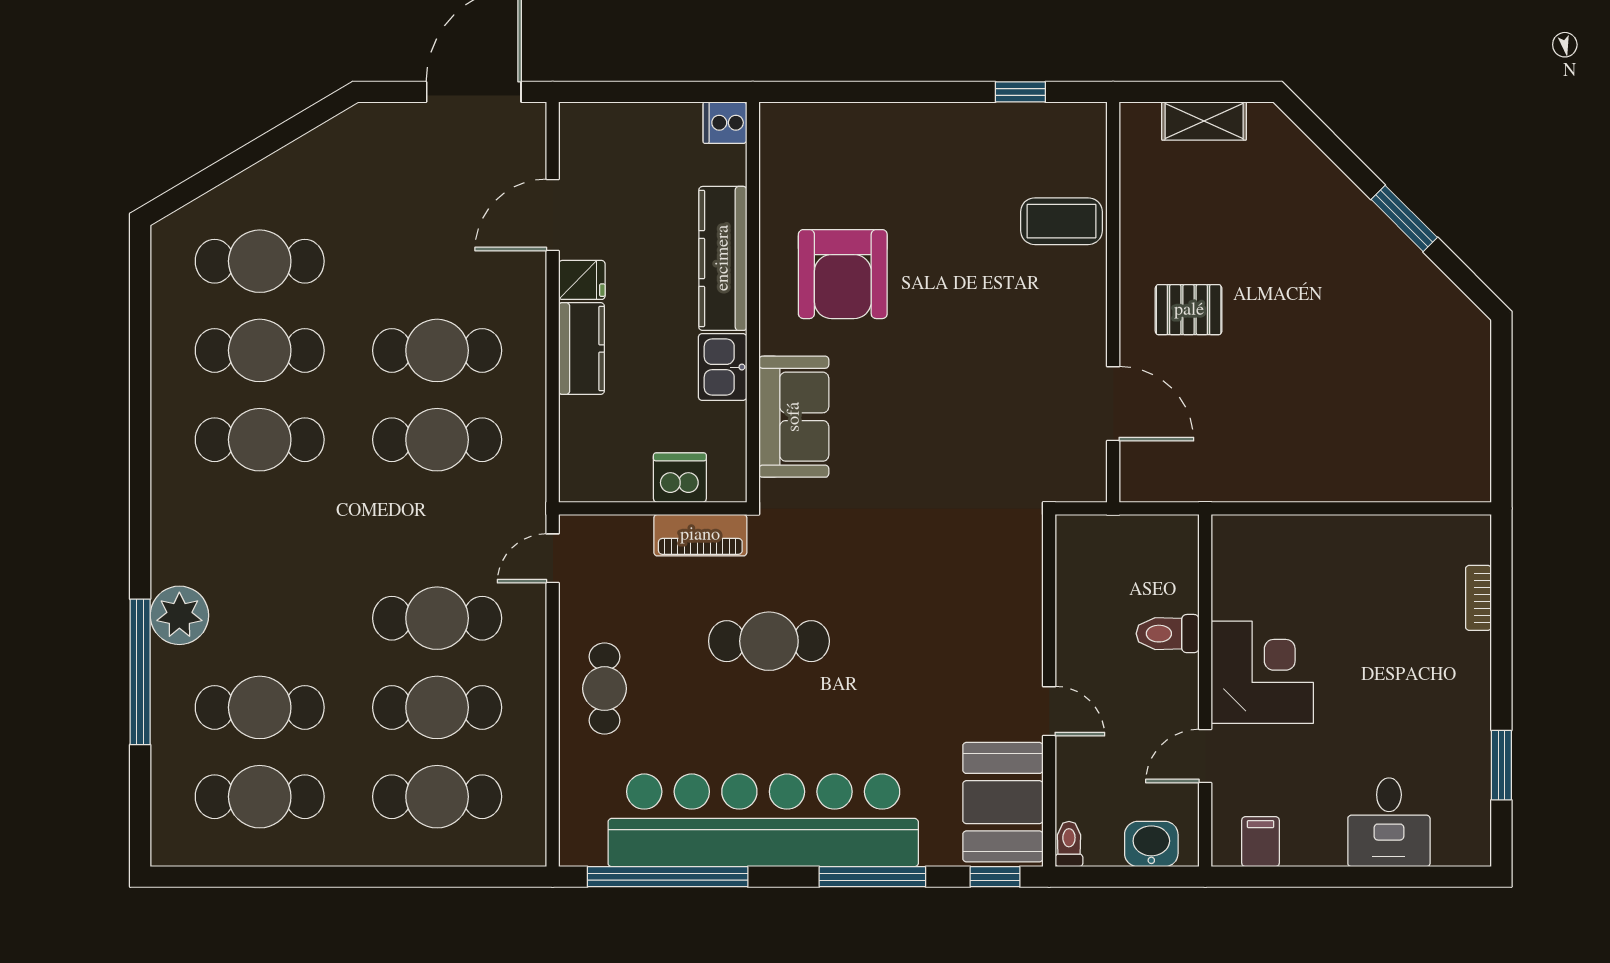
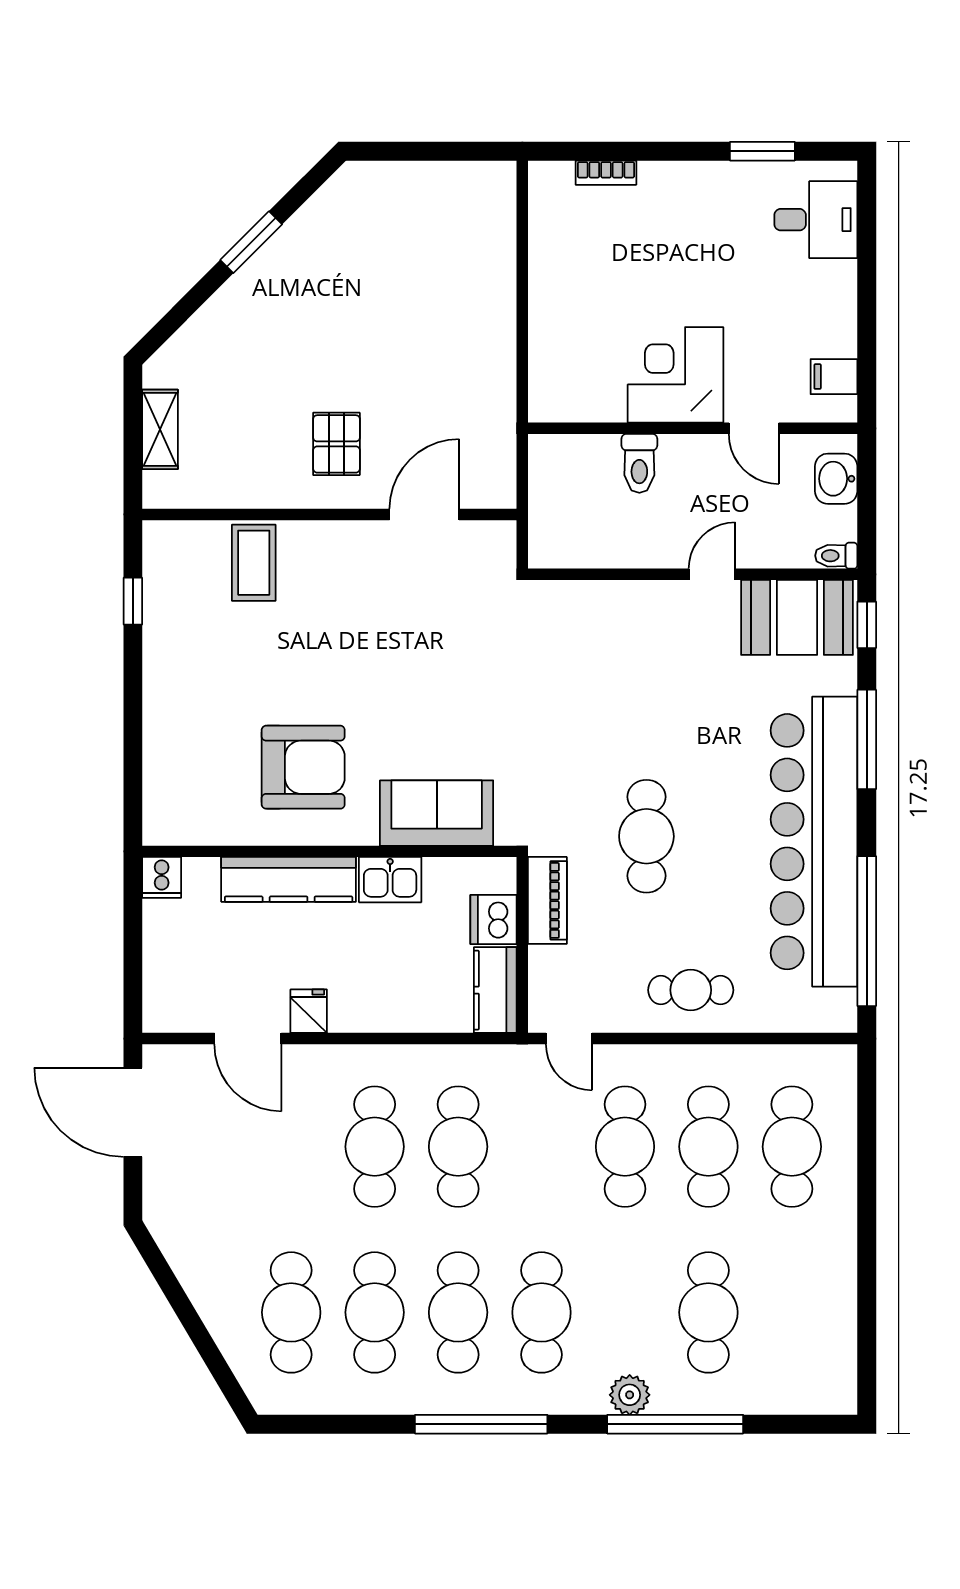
kitchen counter: (582, 348) -> (495, 990), moved, turned -90
window: (140, 464) -> (481, 1424), added
plant: (179, 615) -> (630, 1395), width x0.73, depth x0.73
cafe table: (260, 797) -> (542, 1312), moved
desk: (1389, 822) -> (816, 220), moved

